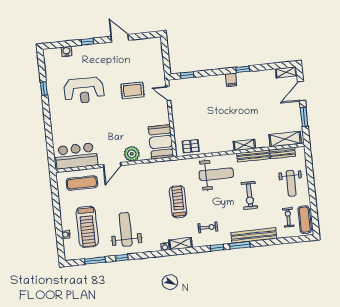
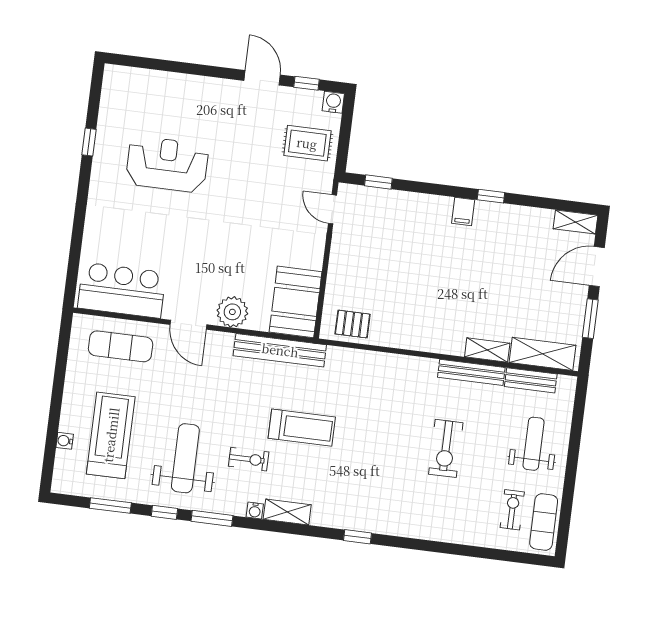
window: (87, 42) -> (306, 83), moved
water cooler: (66, 51) -> (333, 102), moved
reception desk: (84, 90) -> (167, 164), turned 180
rug: (132, 90) -> (307, 143), moved
shelving: (244, 145) -> (487, 350), moved
door: (112, 165) -> (188, 325), hinge flipped
weight bench: (216, 174) -> (390, 391), removed
weight bench: (291, 183) -> (534, 444), turned 180
treadmill: (178, 202) -> (302, 428), turned 90
treadmill: (87, 227) -> (111, 435), turned 180
exercise bike: (208, 227) -> (249, 459), moved
bench: (254, 235) -> (280, 350), moved
window: (240, 245) -> (212, 518), moved

